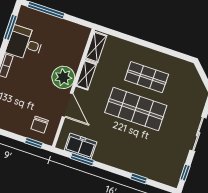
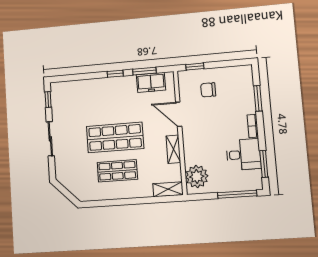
shelving: (96, 47) -> (168, 189), moved, turned 90
plant: (63, 77) -> (197, 177), moved
chair: (40, 125) -> (208, 90), moved, turned -90
window: (139, 178) -> (115, 74), moved

